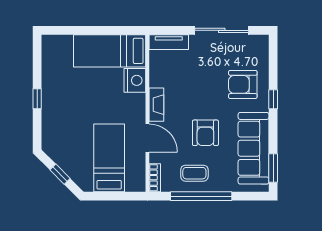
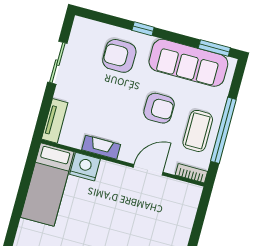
sliding door: (222, 30) -> (57, 63), width x0.73
armchair: (243, 84) -> (119, 56), turned 90
fireplace: (156, 105) -> (101, 147), moved
bed: (109, 158) -> (158, 215), removed
coffee table: (194, 173) -> (198, 131), width x1.36, depth x1.30

